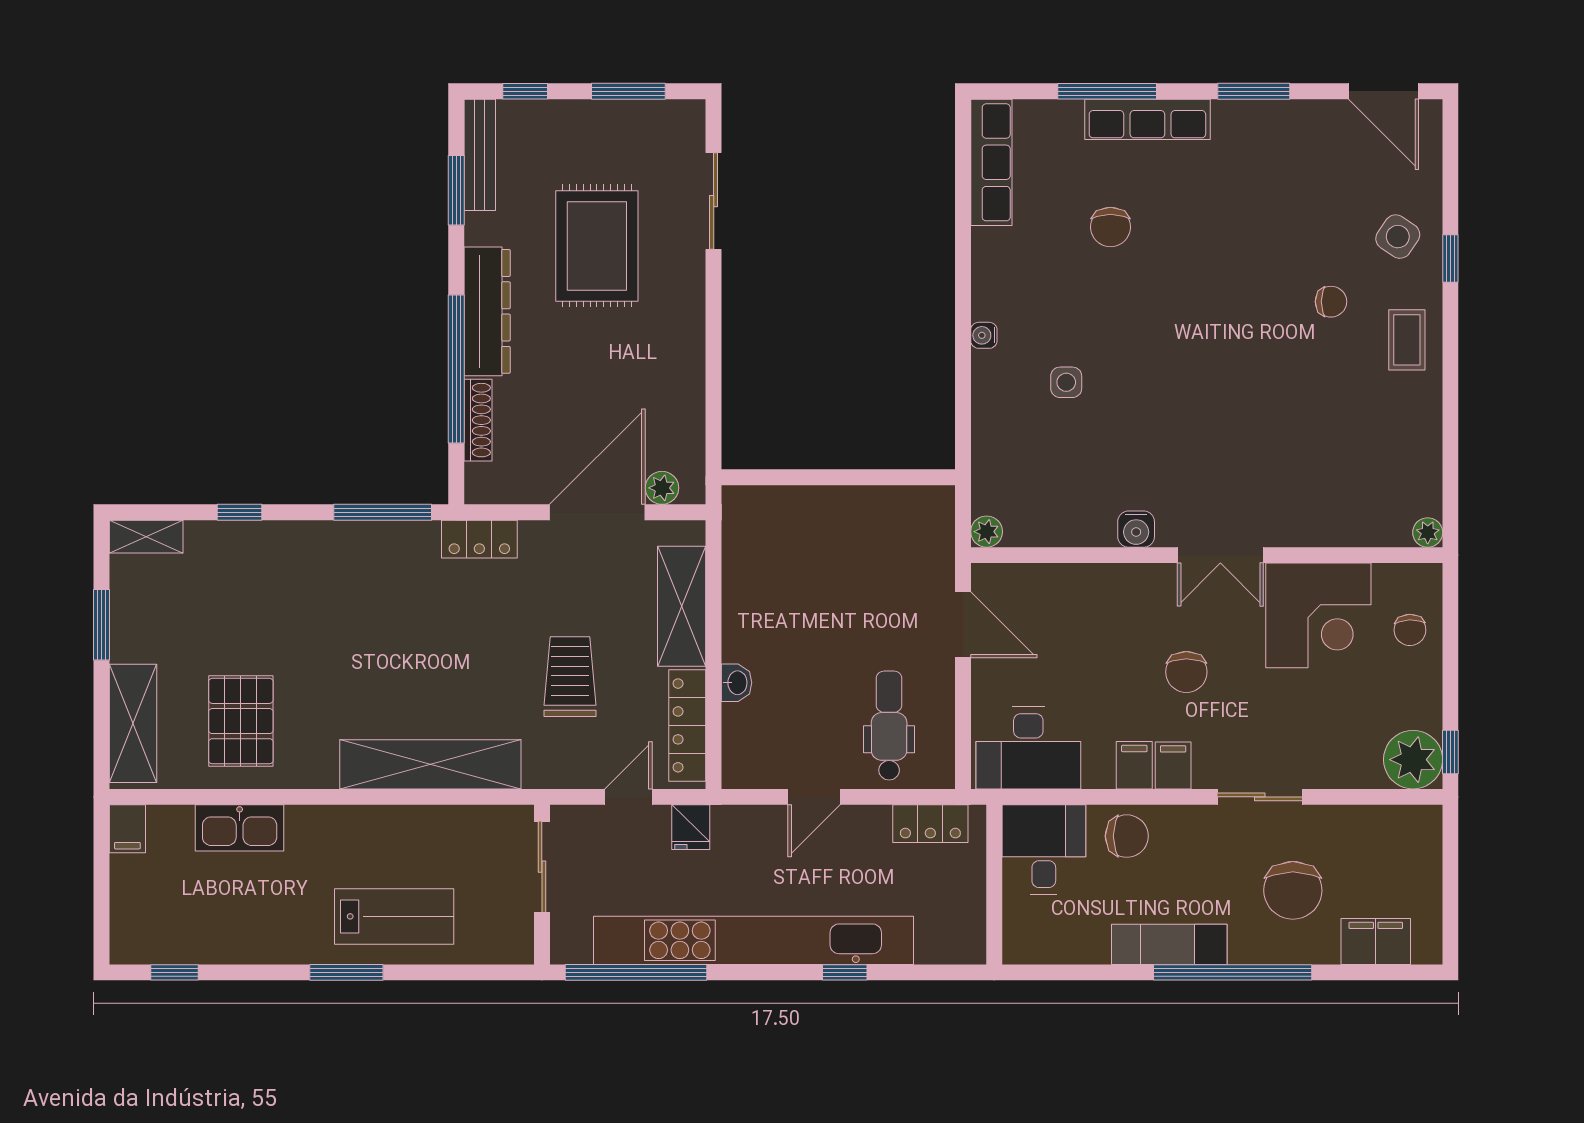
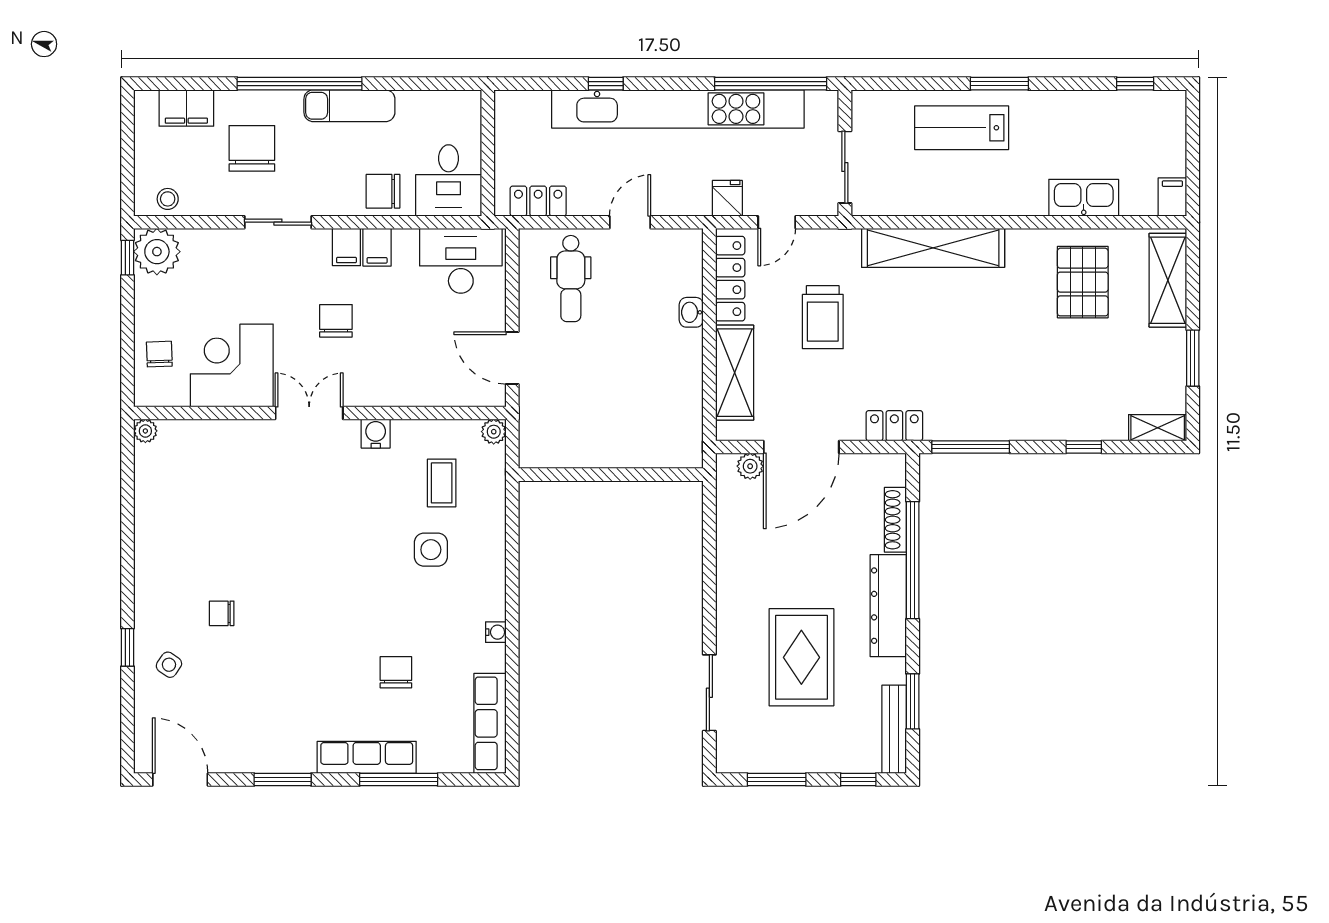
side table: (1398, 237) -> (169, 665), width x0.73, depth x0.73
water cooler: (984, 335) -> (496, 632), moved
coffee table: (1407, 340) -> (442, 483), moved
side table: (1066, 382) -> (431, 550), width x1.37, depth x1.37
stool: (1399, 826) -> (168, 199), added

